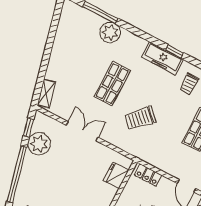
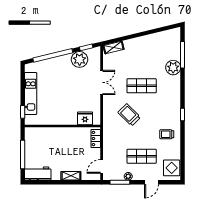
freezer: (162, 58) -> (174, 109), removed

